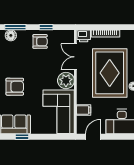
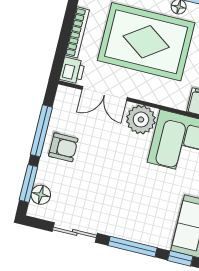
window: (46, 27) -> (41, 131), width x2.17
armchair: (40, 41) -> (63, 147), turned 90
armchair: (15, 87) -> (130, 209), removed

